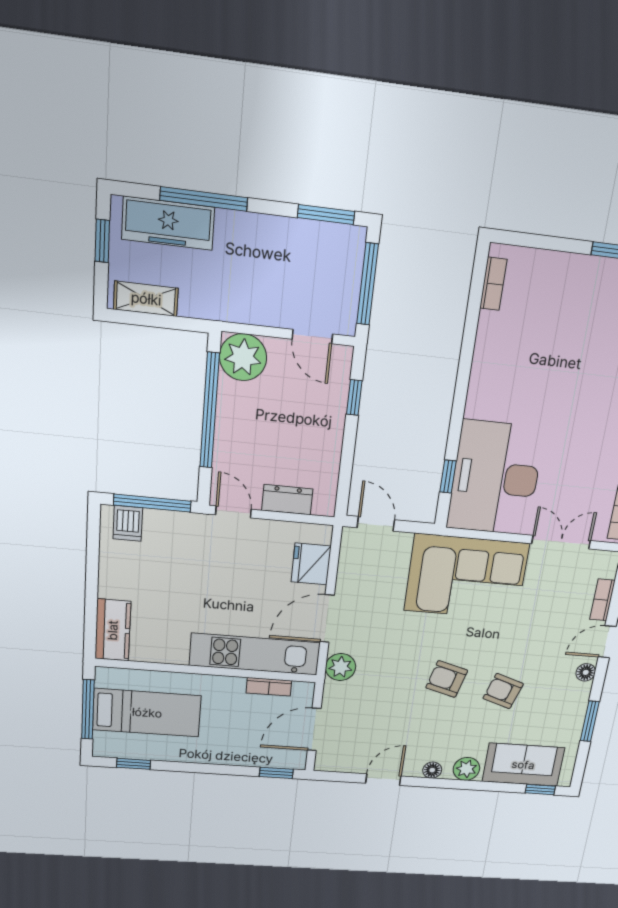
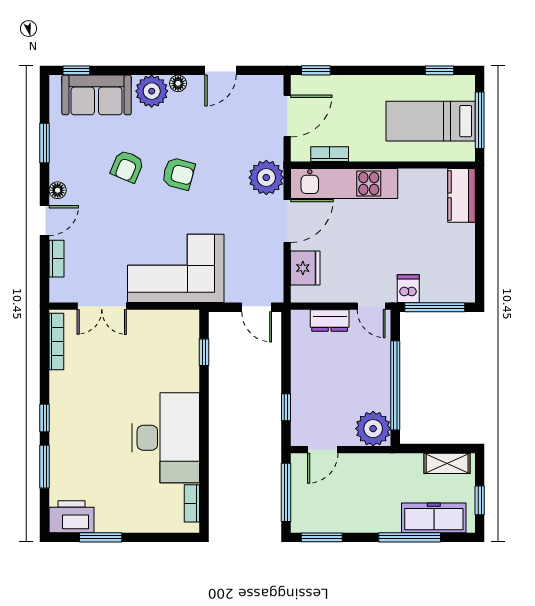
door: (312, 337) -> (323, 450), swing flipped
desk: (495, 478) -> (166, 438), moved
dishwasher: (128, 523) -> (408, 289), moved
plant: (341, 667) -> (266, 178), width x1.36, depth x1.36
armchair: (503, 691) -> (127, 166), turned 95
plant: (466, 769) -> (152, 91), width x1.36, depth x1.36

